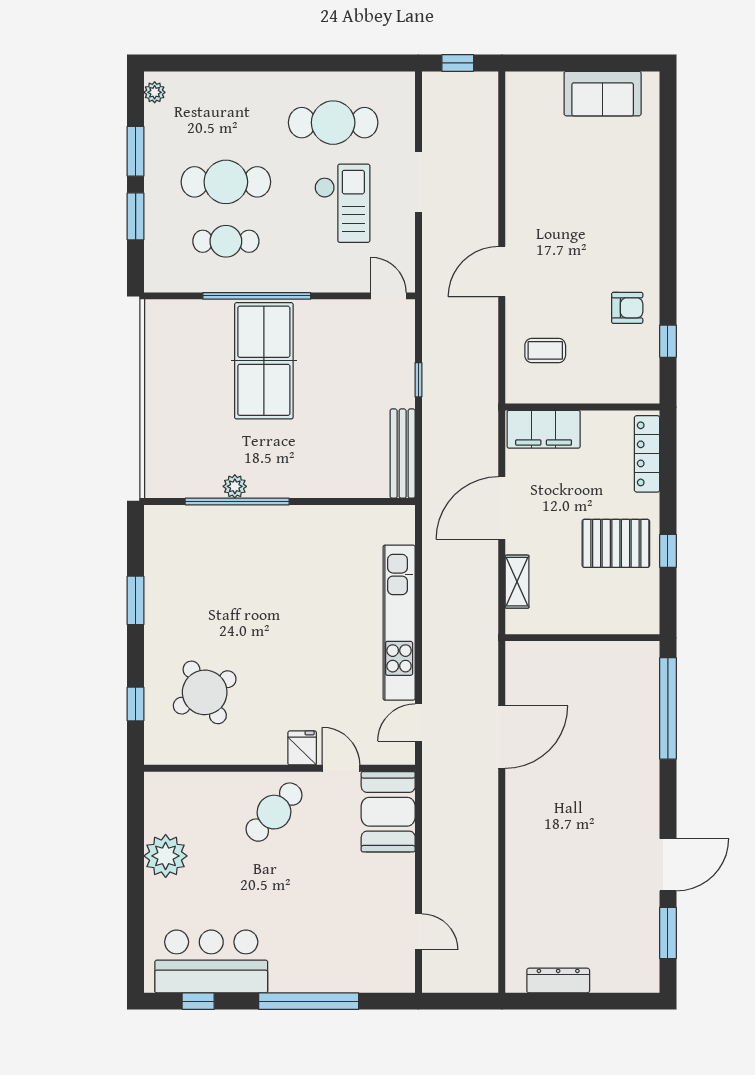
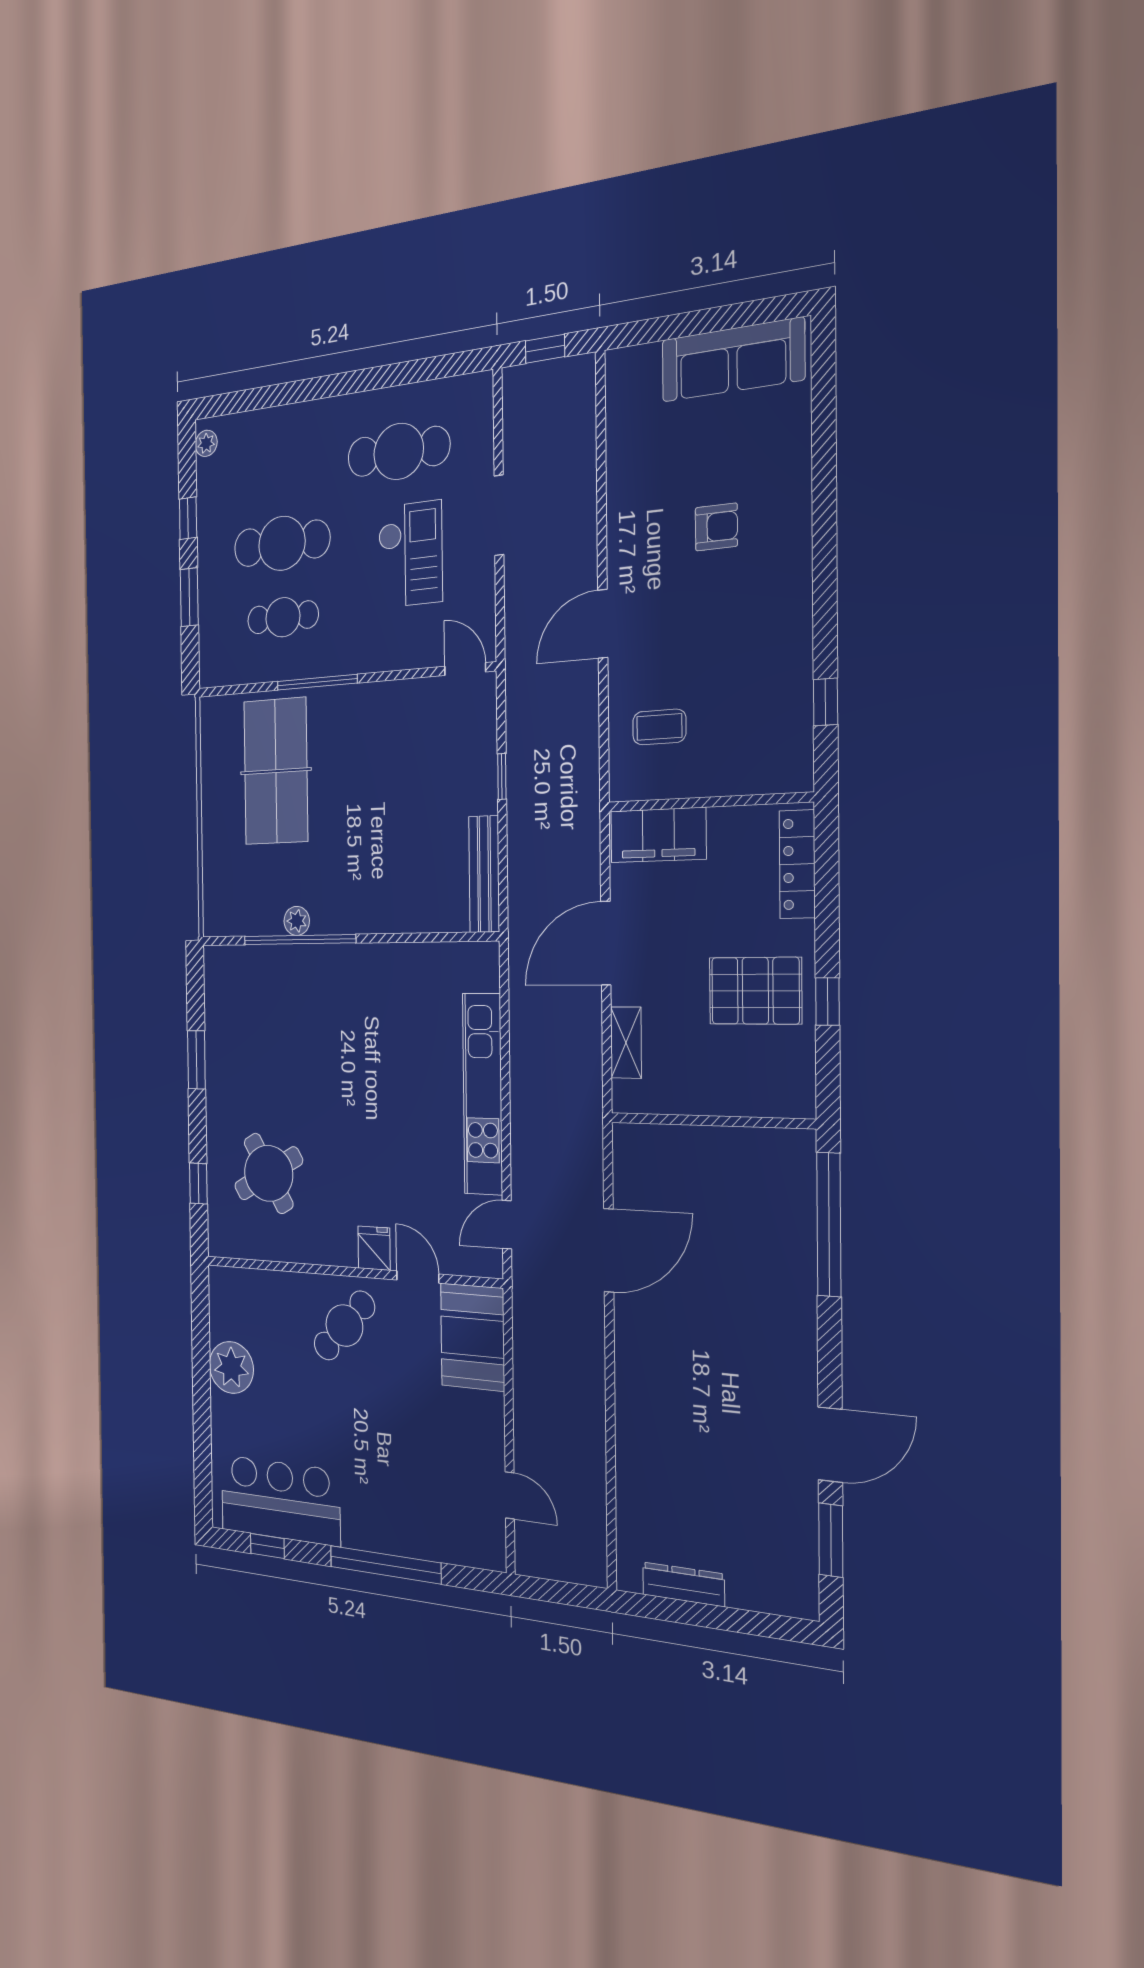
sofa: (603, 94) -> (733, 360), width x1.36
window: (136, 151) -> (188, 518), width x0.67
window: (257, 296) -> (317, 682), width x0.68
armchair: (627, 308) -> (716, 527), moved
table tennis table: (264, 361) -> (276, 771), moved

